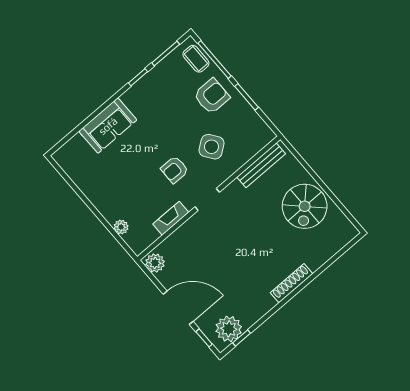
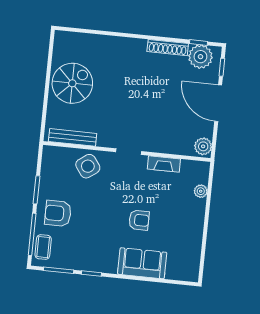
side table: (212, 147) -> (88, 166), moved
armchair: (175, 170) -> (139, 220), moved
shoe rack: (292, 283) -> (168, 48), moved

